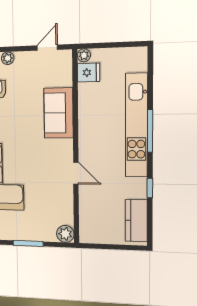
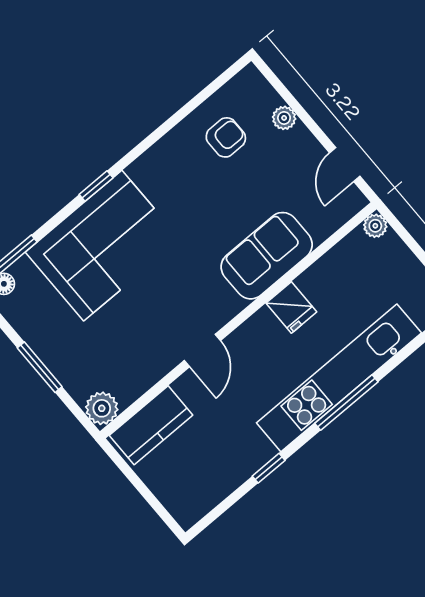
door: (47, 48) -> (345, 164), swing flipped
fridge: (89, 73) -> (291, 307), moved
kitchen counter: (136, 221) -> (151, 425), moved, turned 180

